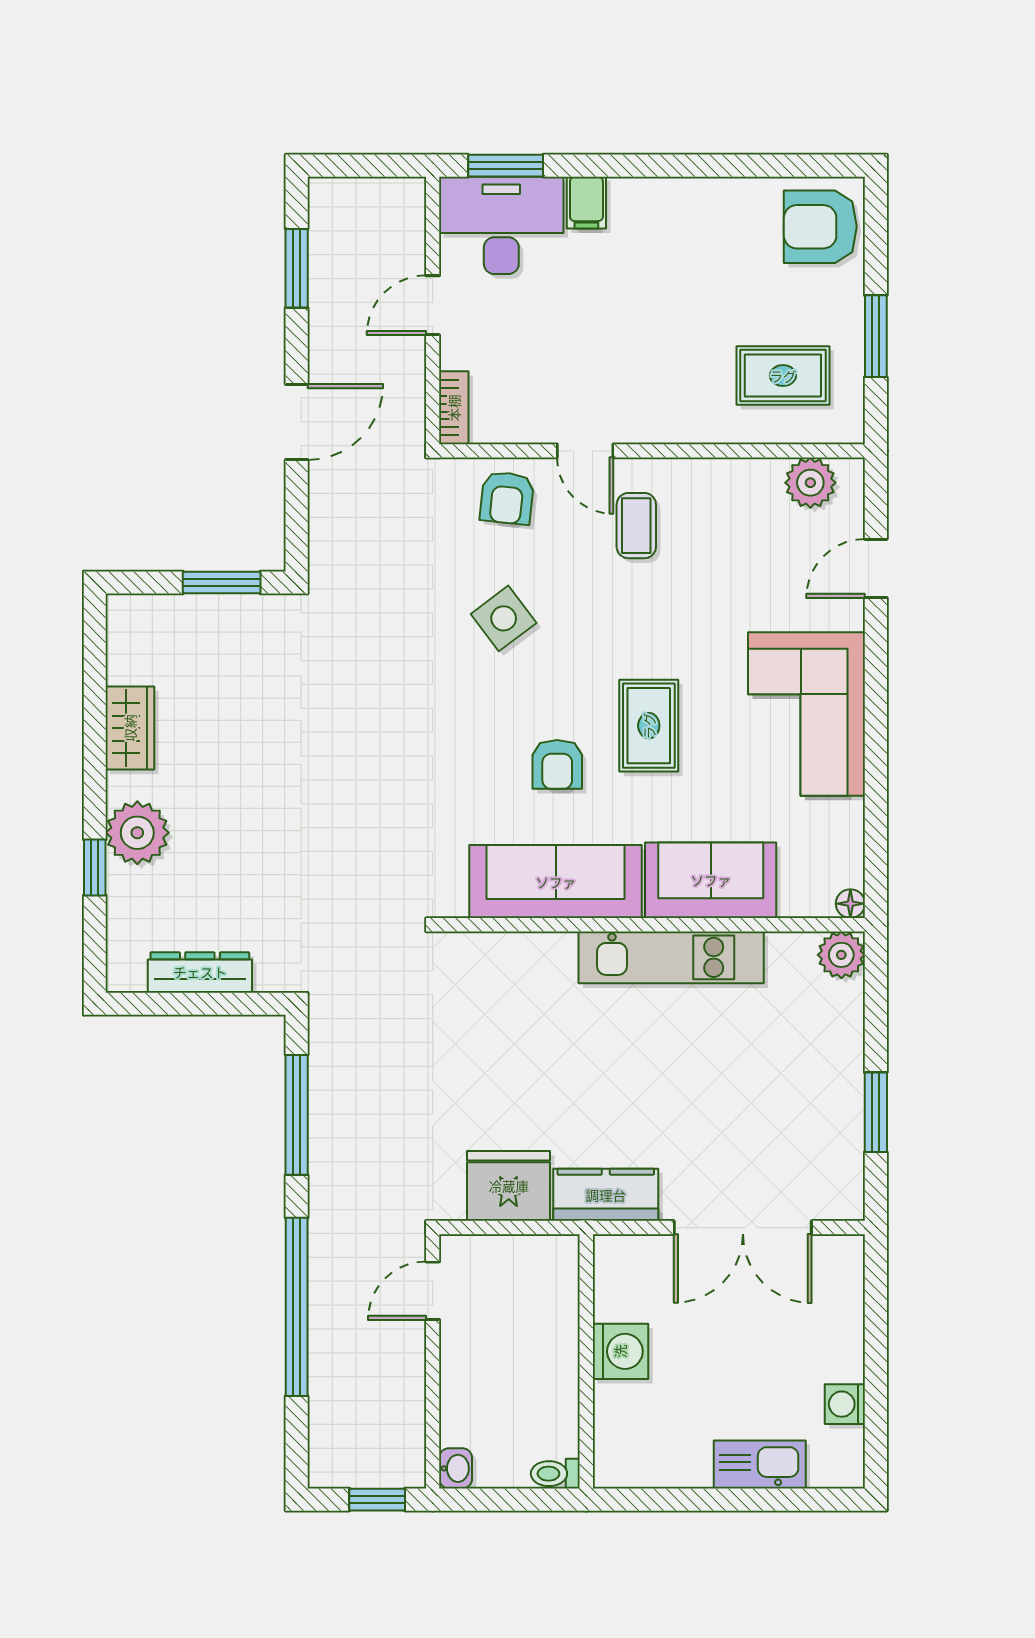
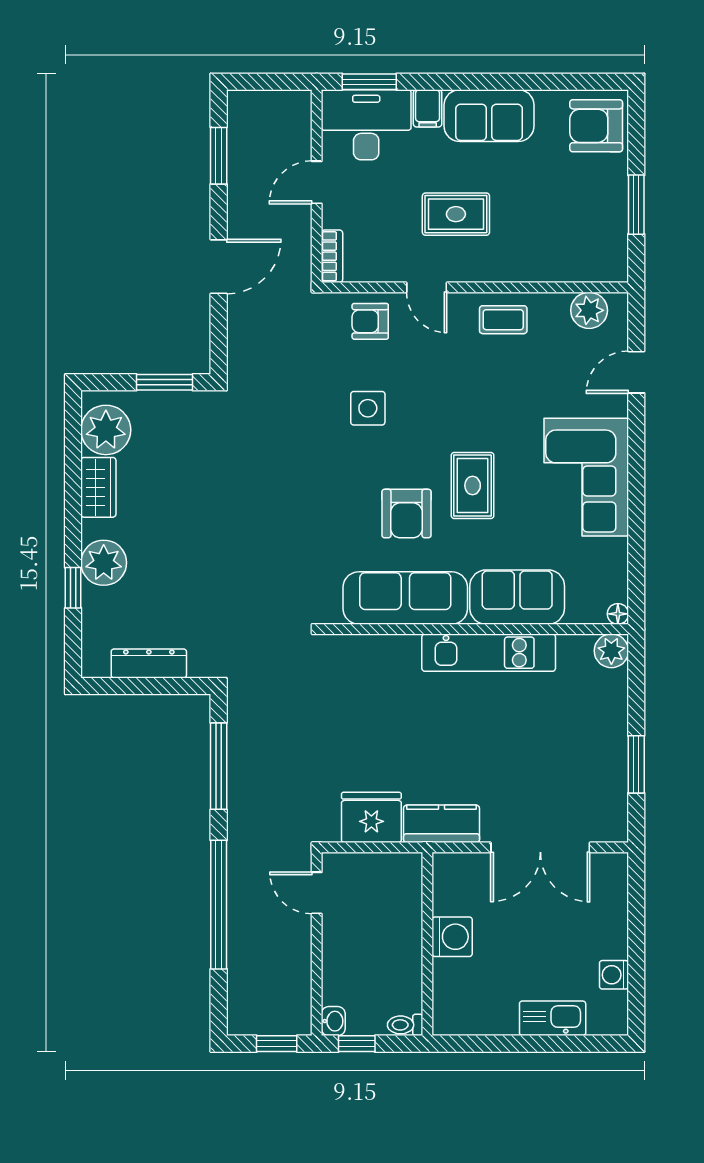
sofa: (672, 213) -> (489, 116), added
rug: (783, 376) -> (456, 214), moved
armchair: (507, 498) -> (370, 321), turned 84
coffee table: (636, 526) -> (503, 320), moved, turned 90
side table: (504, 618) -> (368, 408), turned 37
plant: (140, 648) -> (106, 430), added
armchair: (557, 764) -> (406, 513), width x1.38, depth x1.38
door: (433, 1291) -> (317, 893), hinge flipped
window: (488, 1500) -> (357, 1044), added

